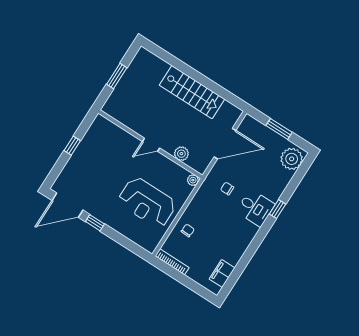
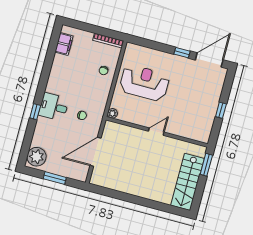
window: (117, 76) -> (206, 165), moved
stairs: (192, 92) -> (187, 182), moved, turned -90
plant: (181, 154) -> (129, 132), removed

